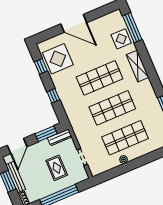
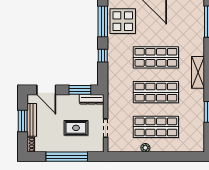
display table: (121, 39) -> (193, 28), removed
window: (41, 66) -> (103, 21), width x2.17
shelving: (138, 66) -> (198, 72), moved
door: (17, 146) -> (46, 90), hinge flipped
rug: (57, 168) -> (76, 128), turned 90

